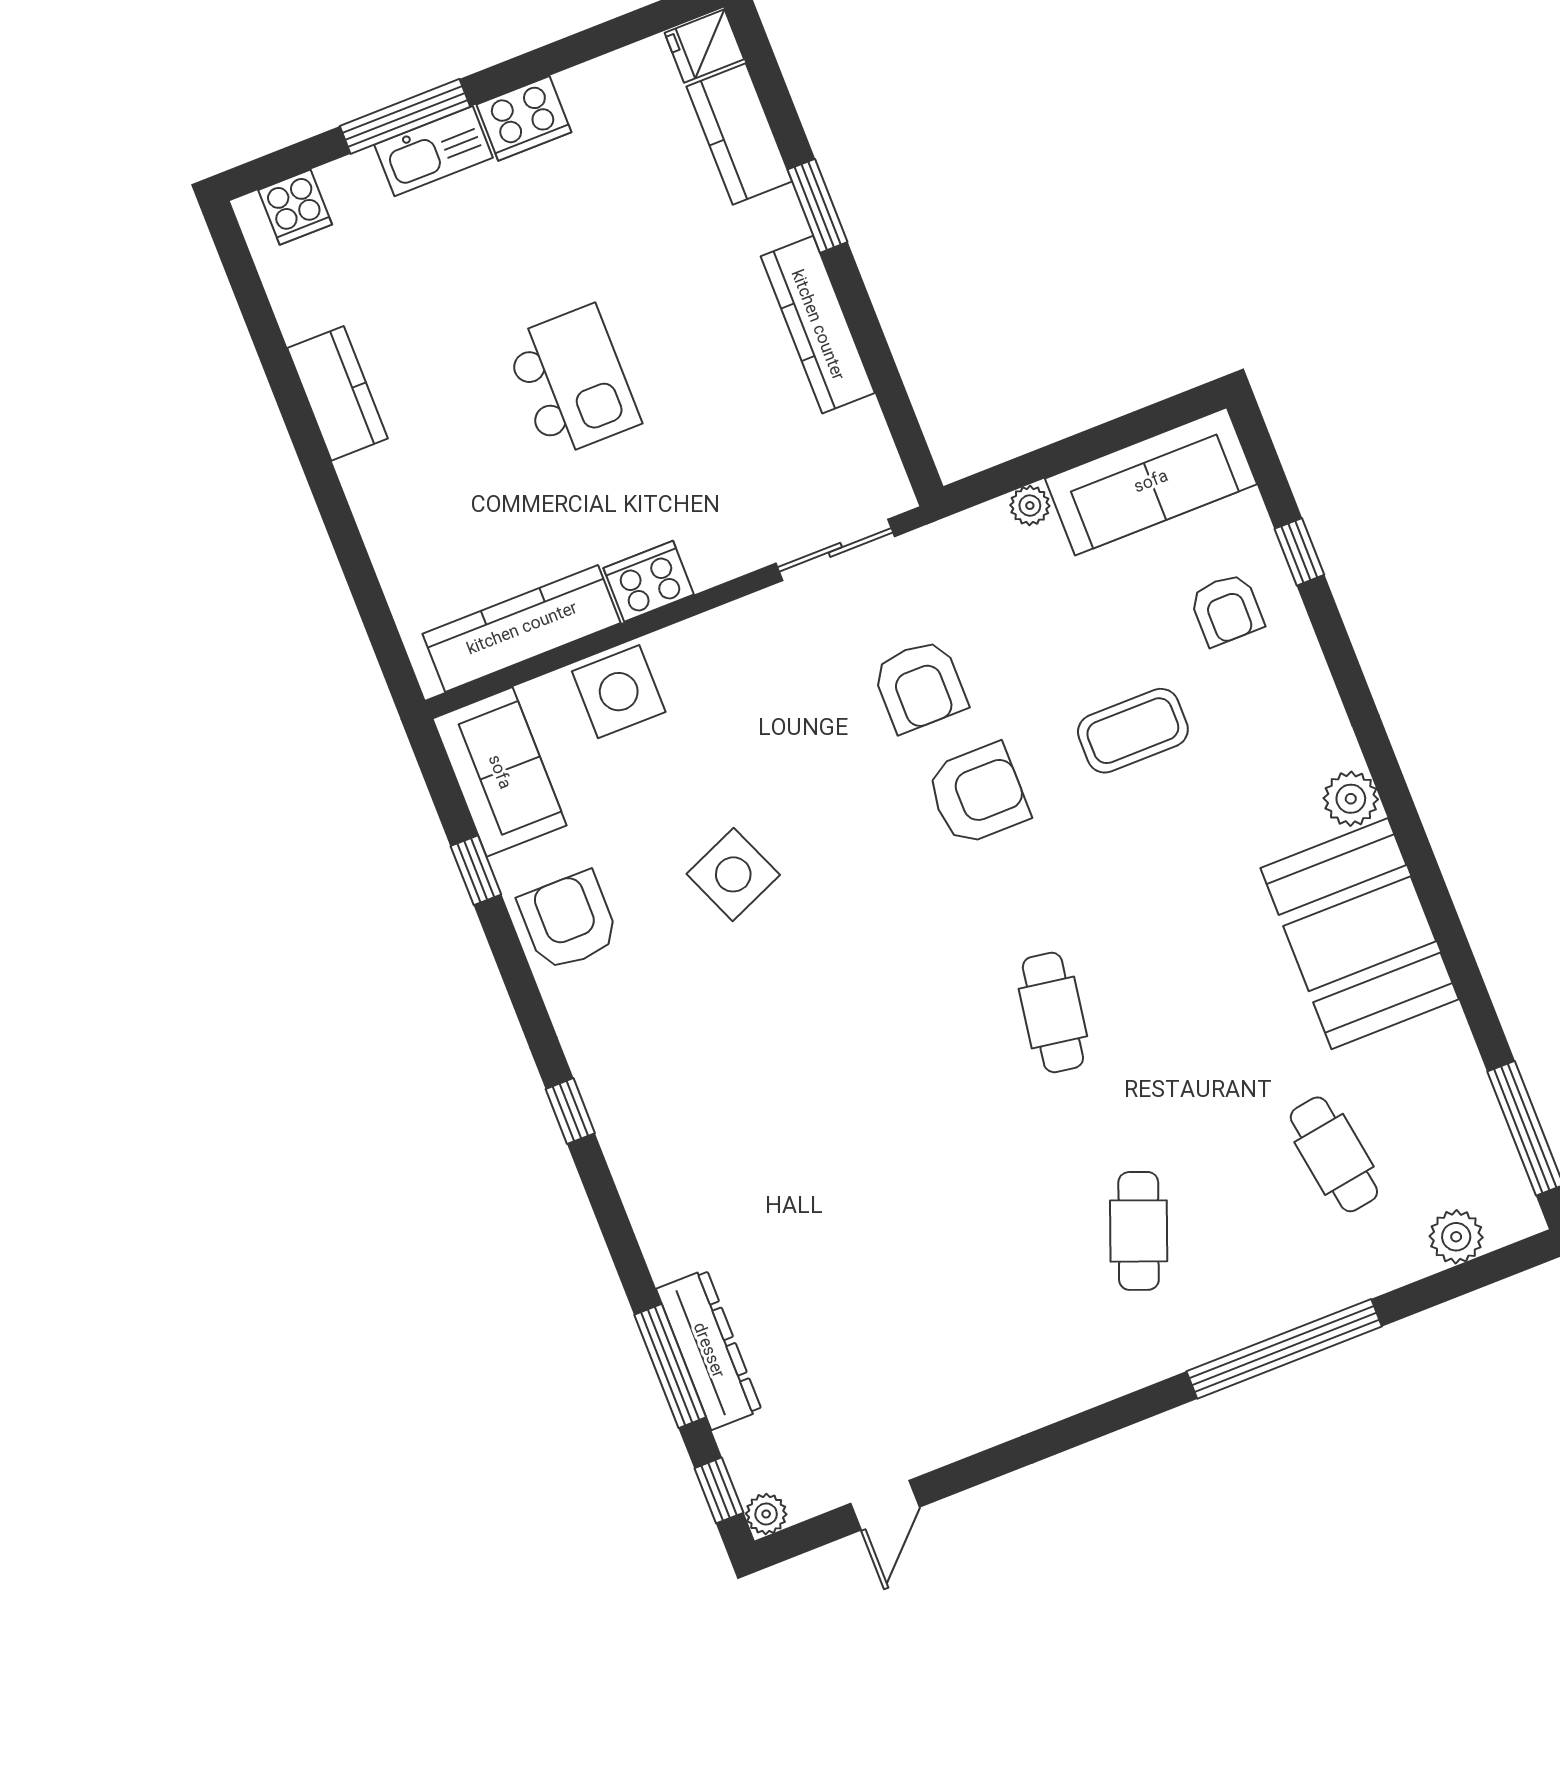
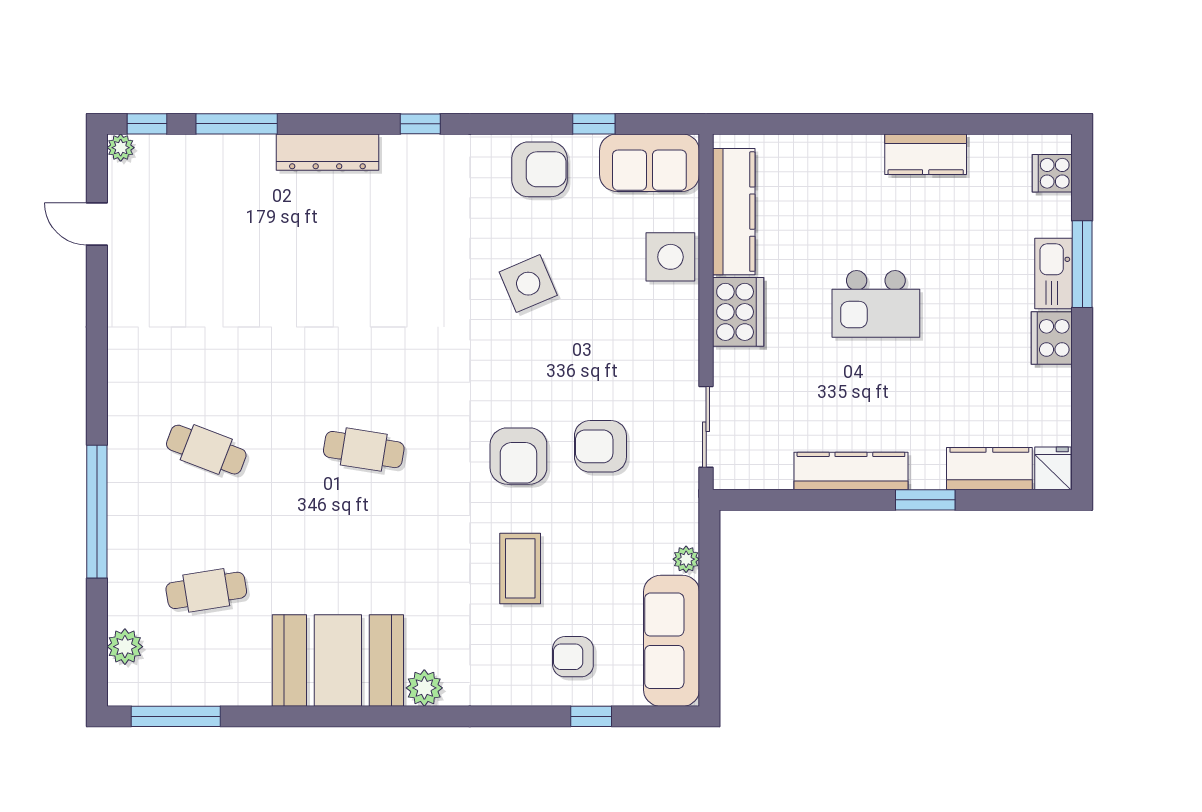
cooker: (649, 581) -> (738, 312), width x1.37, depth x1.31
dresser: (709, 1350) -> (327, 152), moved

